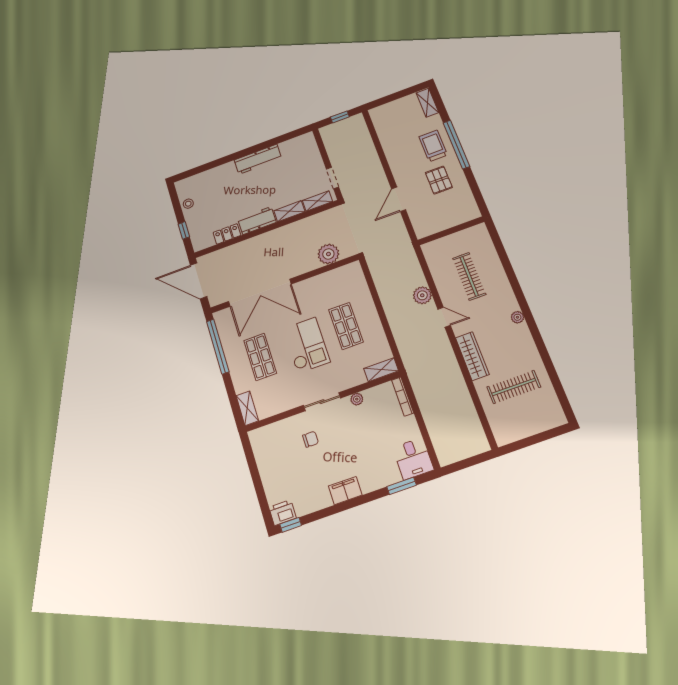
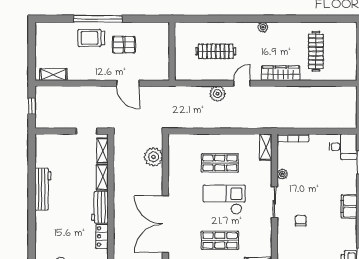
shelving: (427, 103) -> (53, 75), moved
double door: (260, 293) -> (165, 224), swing flipped

